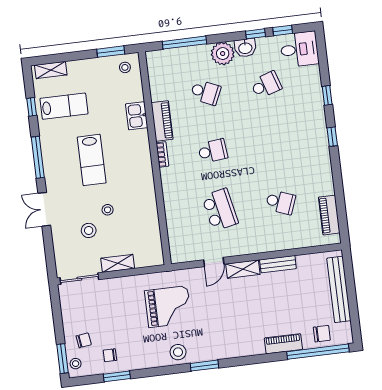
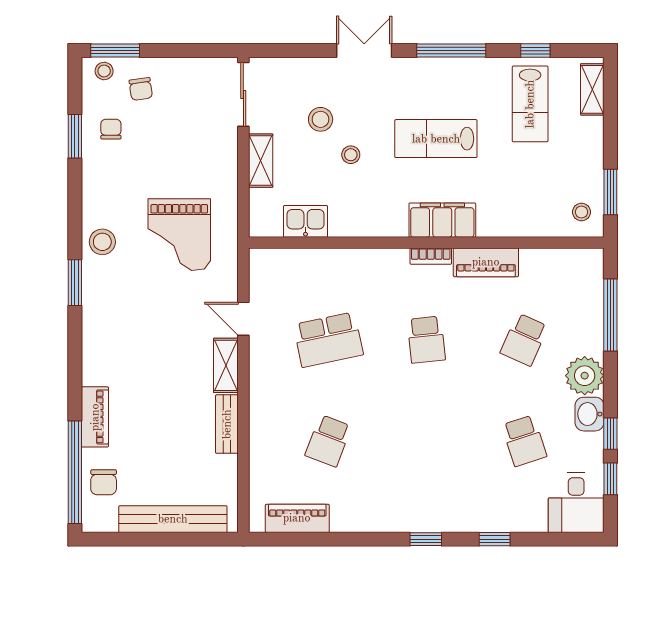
kitchen sink: (137, 116) -> (306, 221), moved
filing cabinet: (140, 150) -> (442, 220), added

